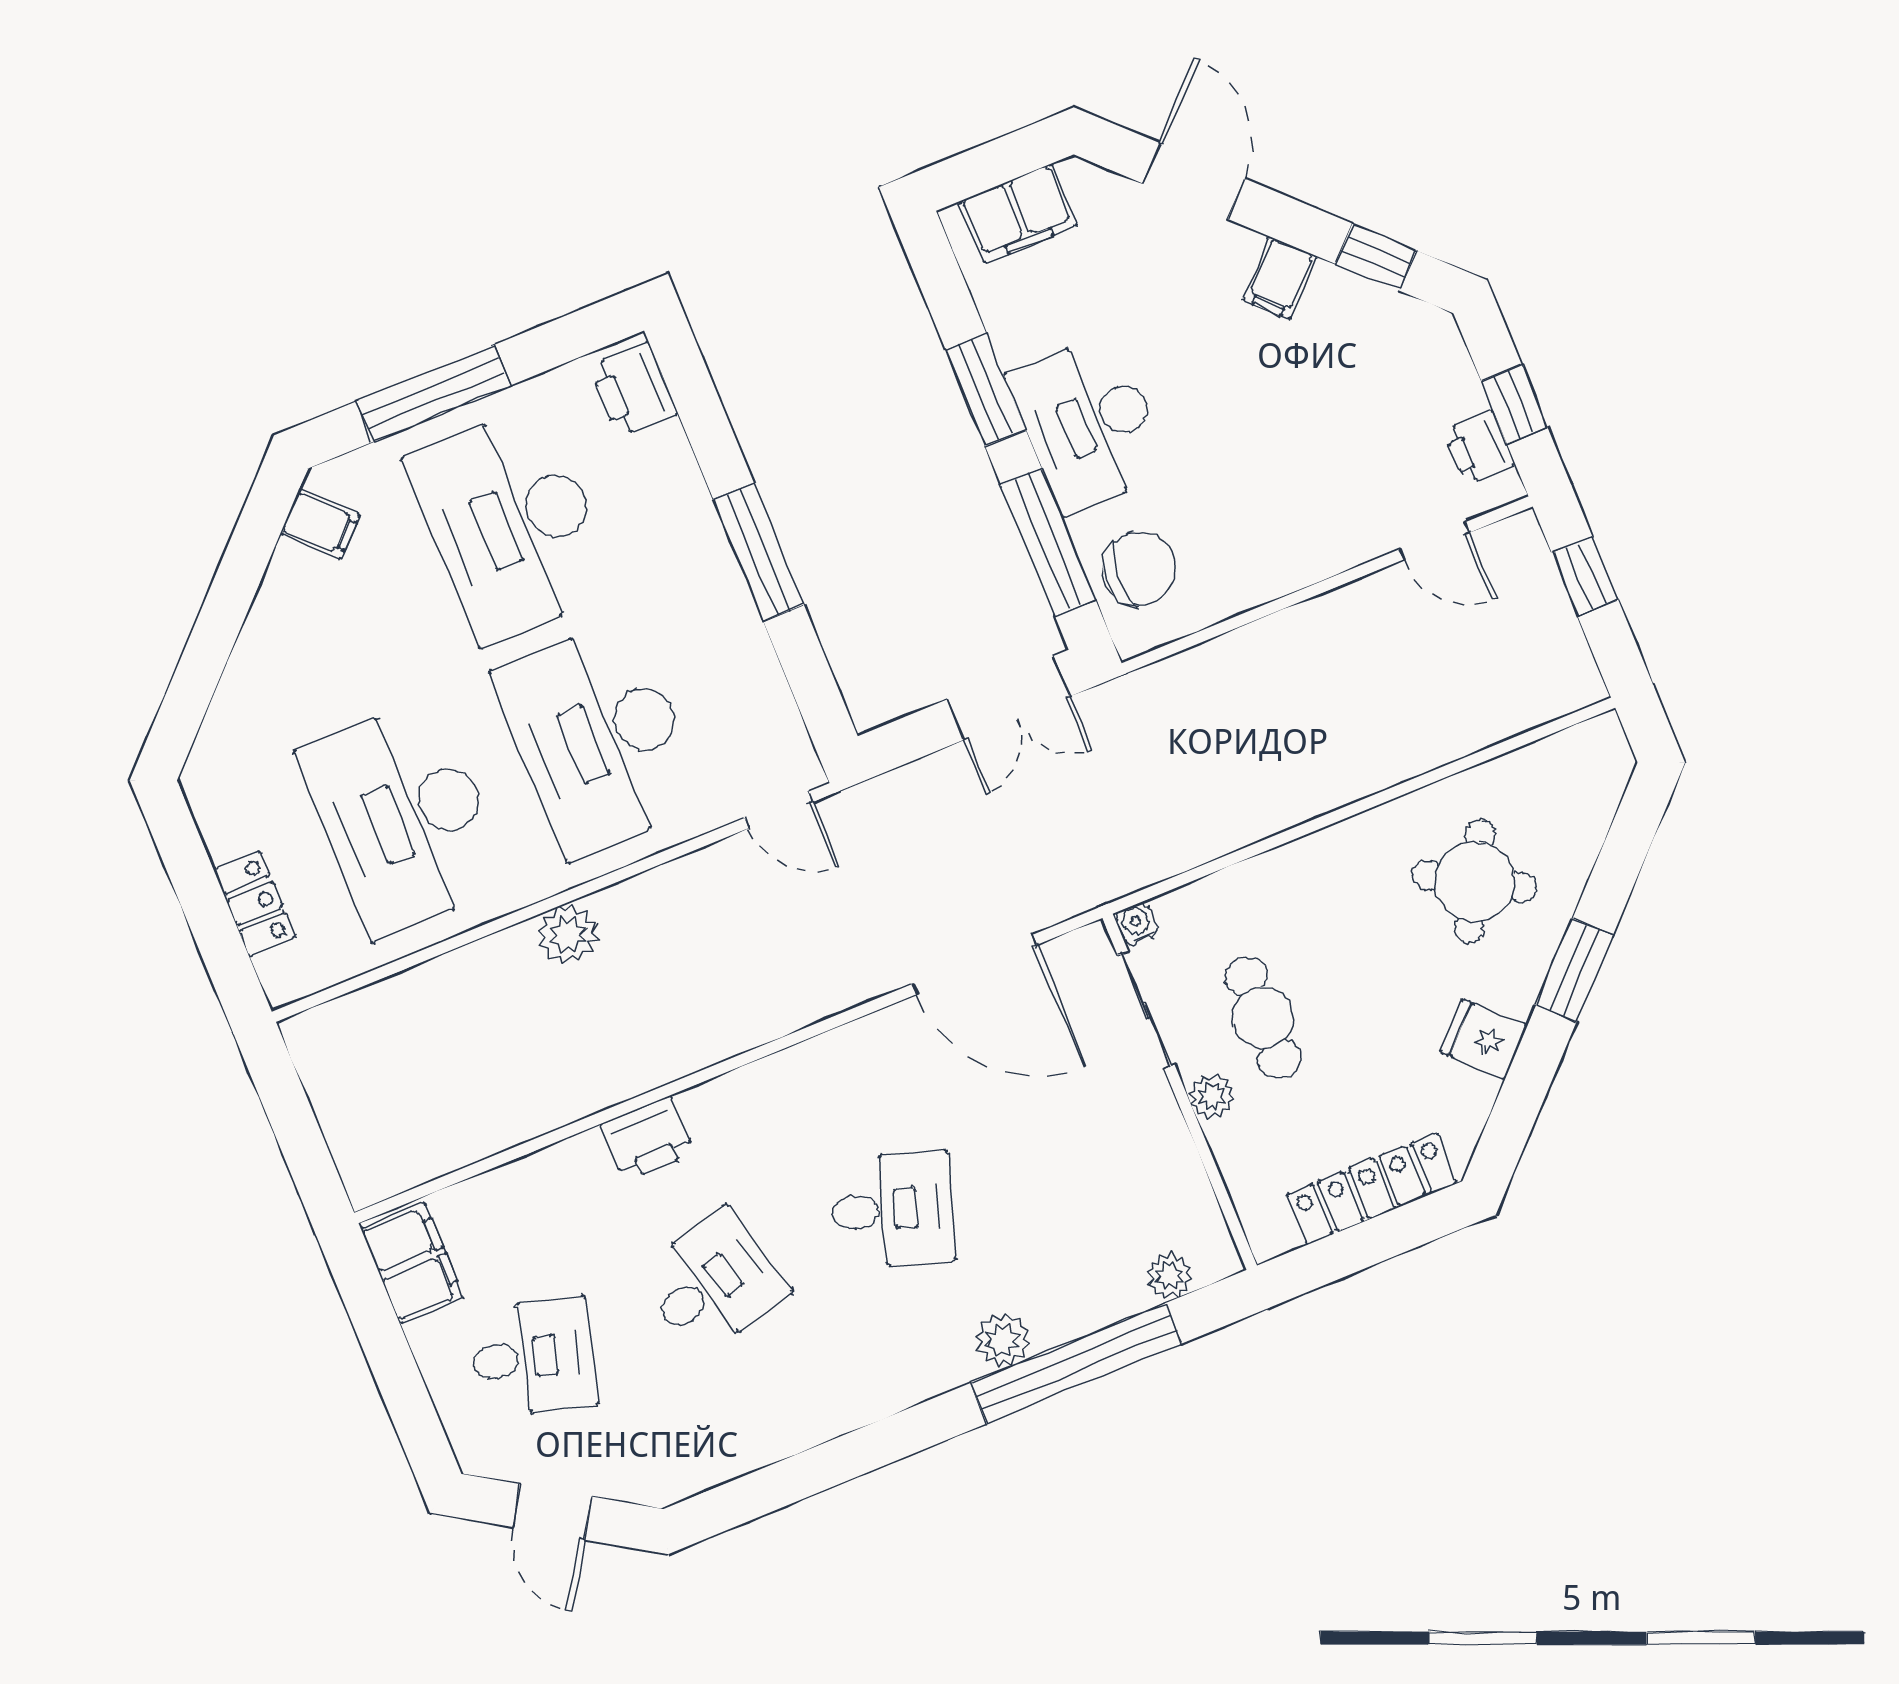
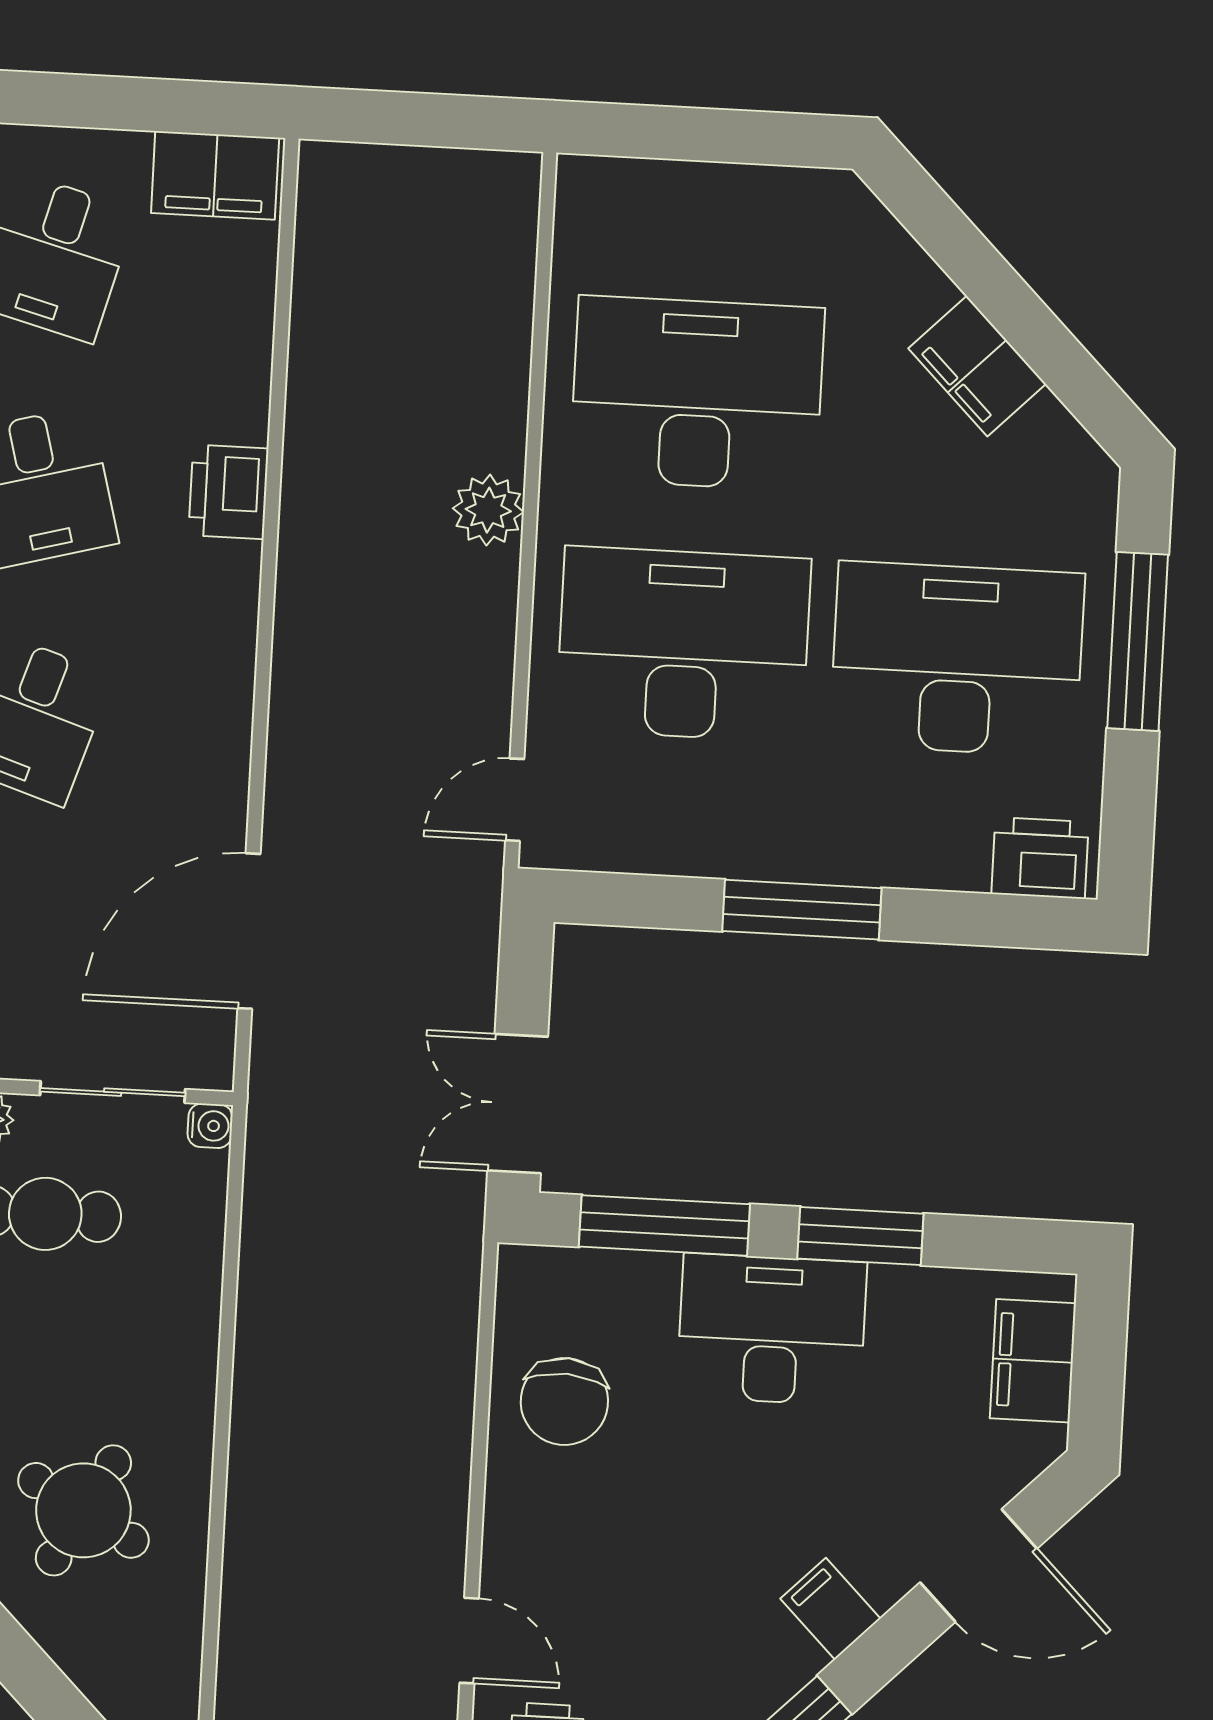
filing cabinet: (320, 524) -> (977, 366), moved, width x2.00
door: (1434, 541) -> (469, 1641), swing flipped
chair: (1139, 569) -> (564, 1402), moved
locker: (255, 903) -> (681, 189), removed

